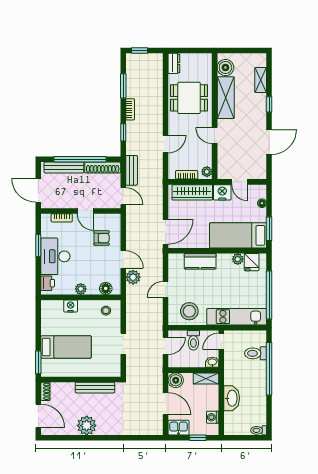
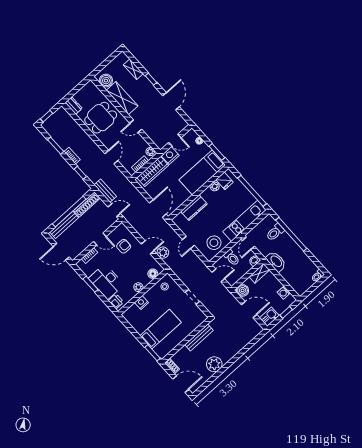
door: (166, 346) -> (218, 276), hinge flipped
washbasin: (232, 398) -> (276, 261), moved

